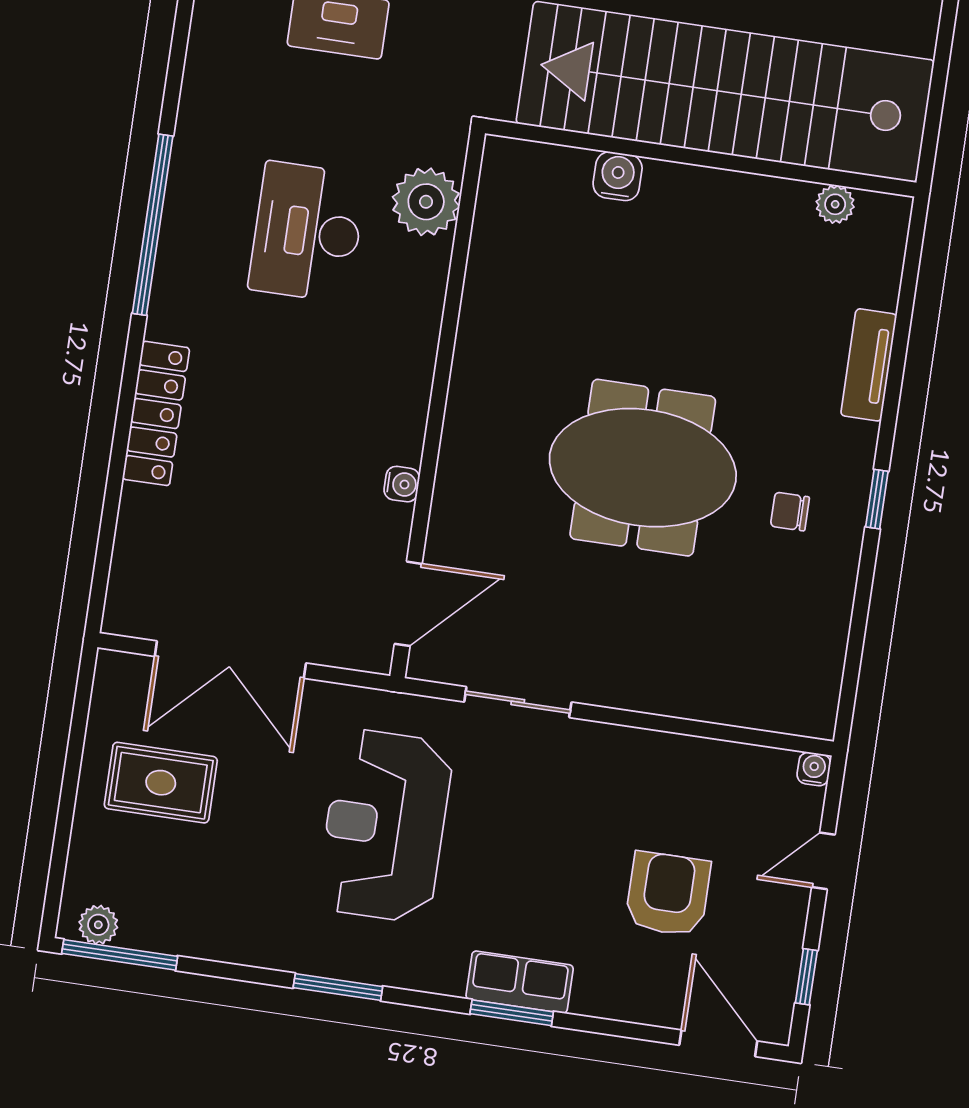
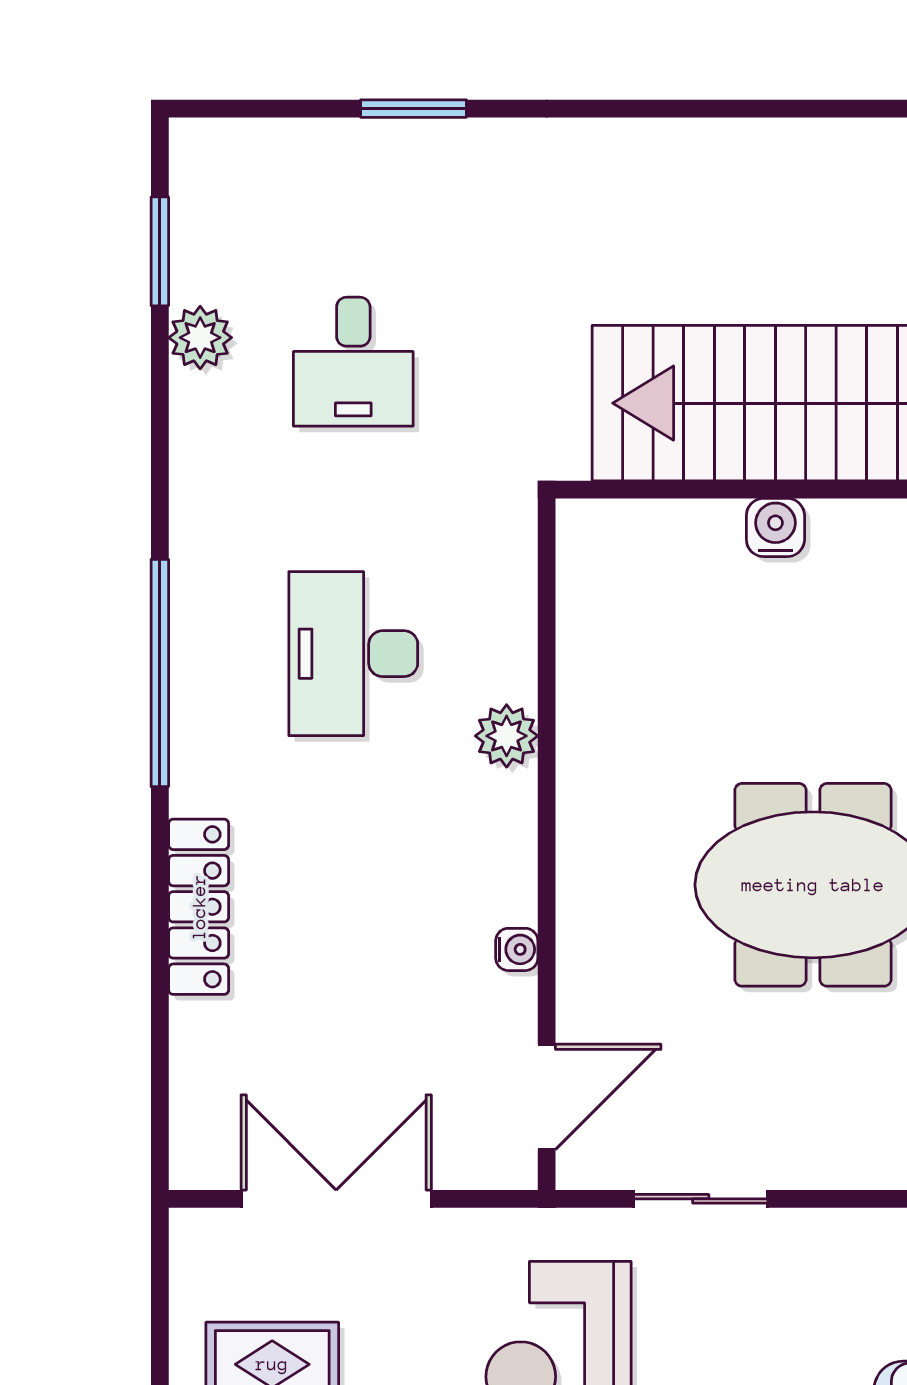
water cooler: (618, 176) -> (775, 527), moved
plant: (426, 202) -> (507, 736), moved, width x0.73, depth x0.73
double door: (230, 660) -> (336, 1199), swing flipped

